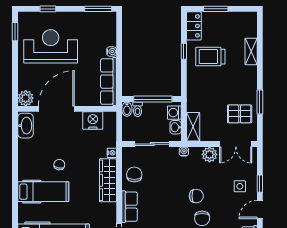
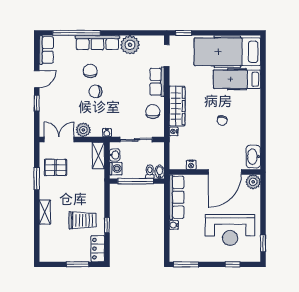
shelving: (251, 51) -> (45, 212), moved
nightstand: (93, 121) -> (191, 165), width x0.53, depth x0.56
chair: (134, 174) -> (153, 111), turned 180
side table: (240, 186) -> (55, 100), removed
hospital bed: (43, 192) -> (237, 79), moved

